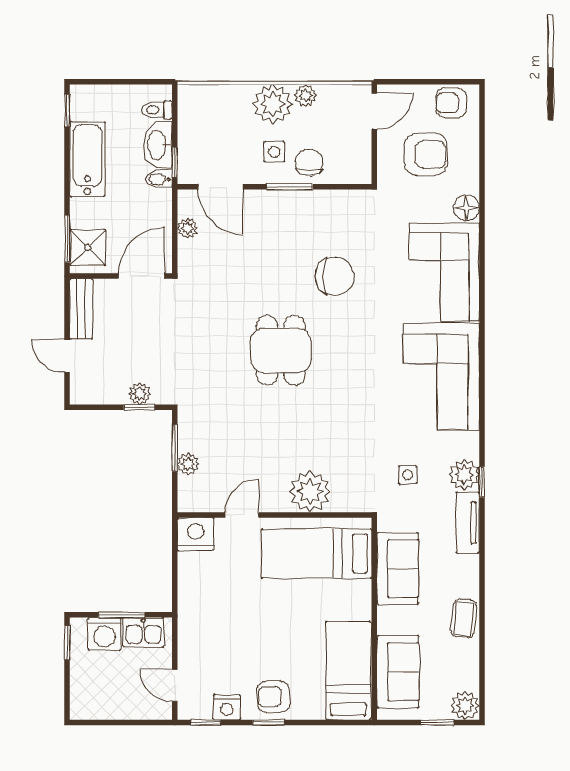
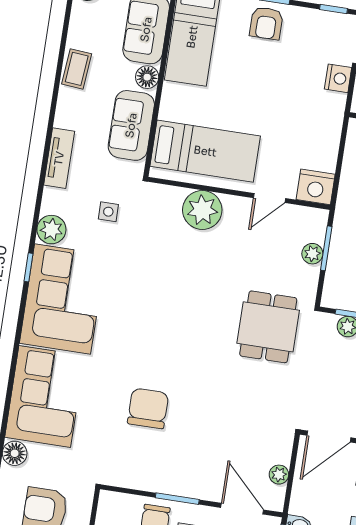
chair: (335, 276) -> (148, 408), turned 90
dining table: (281, 350) -> (268, 327), moved
window: (175, 448) -> (326, 248), moved
plant: (464, 475) -> (51, 230), moved
window: (482, 482) -> (29, 267), moved
floor lamp: (389, 621) -> (147, 77), added
armchair: (273, 697) -> (266, 23), turned 90
nightstand: (227, 707) -> (338, 78), moved, turned 90

